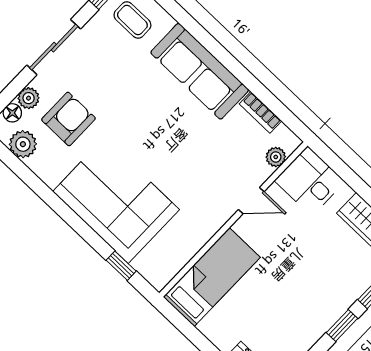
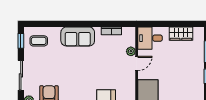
sofa: (200, 71) -> (78, 37), width x0.73
plant: (276, 157) -> (131, 51), moved

